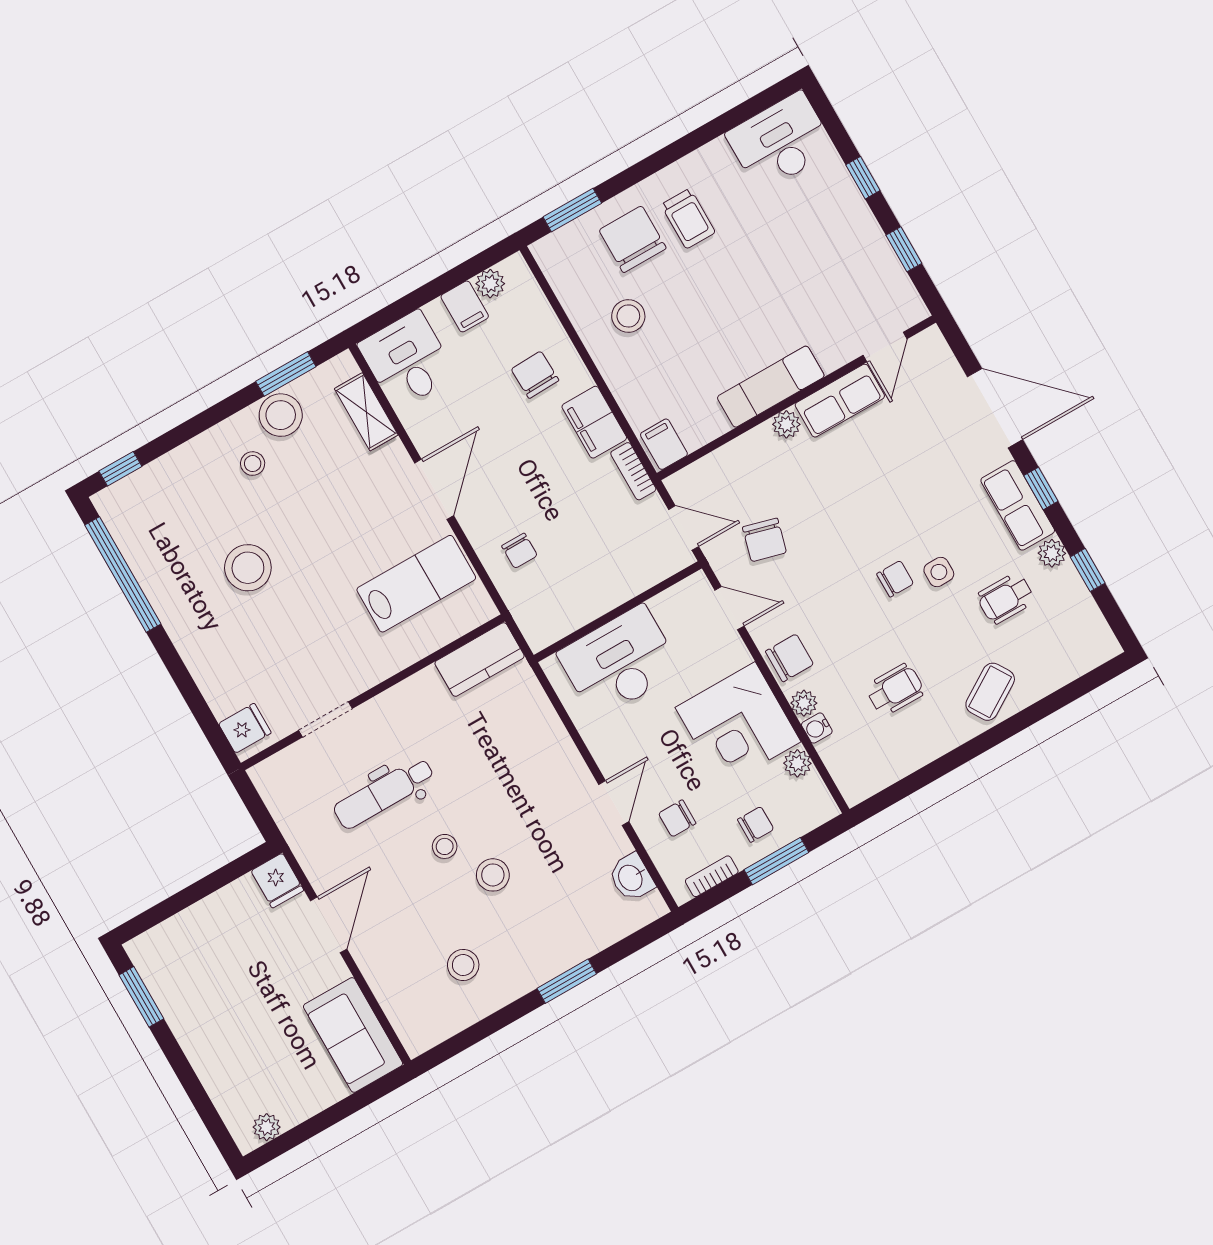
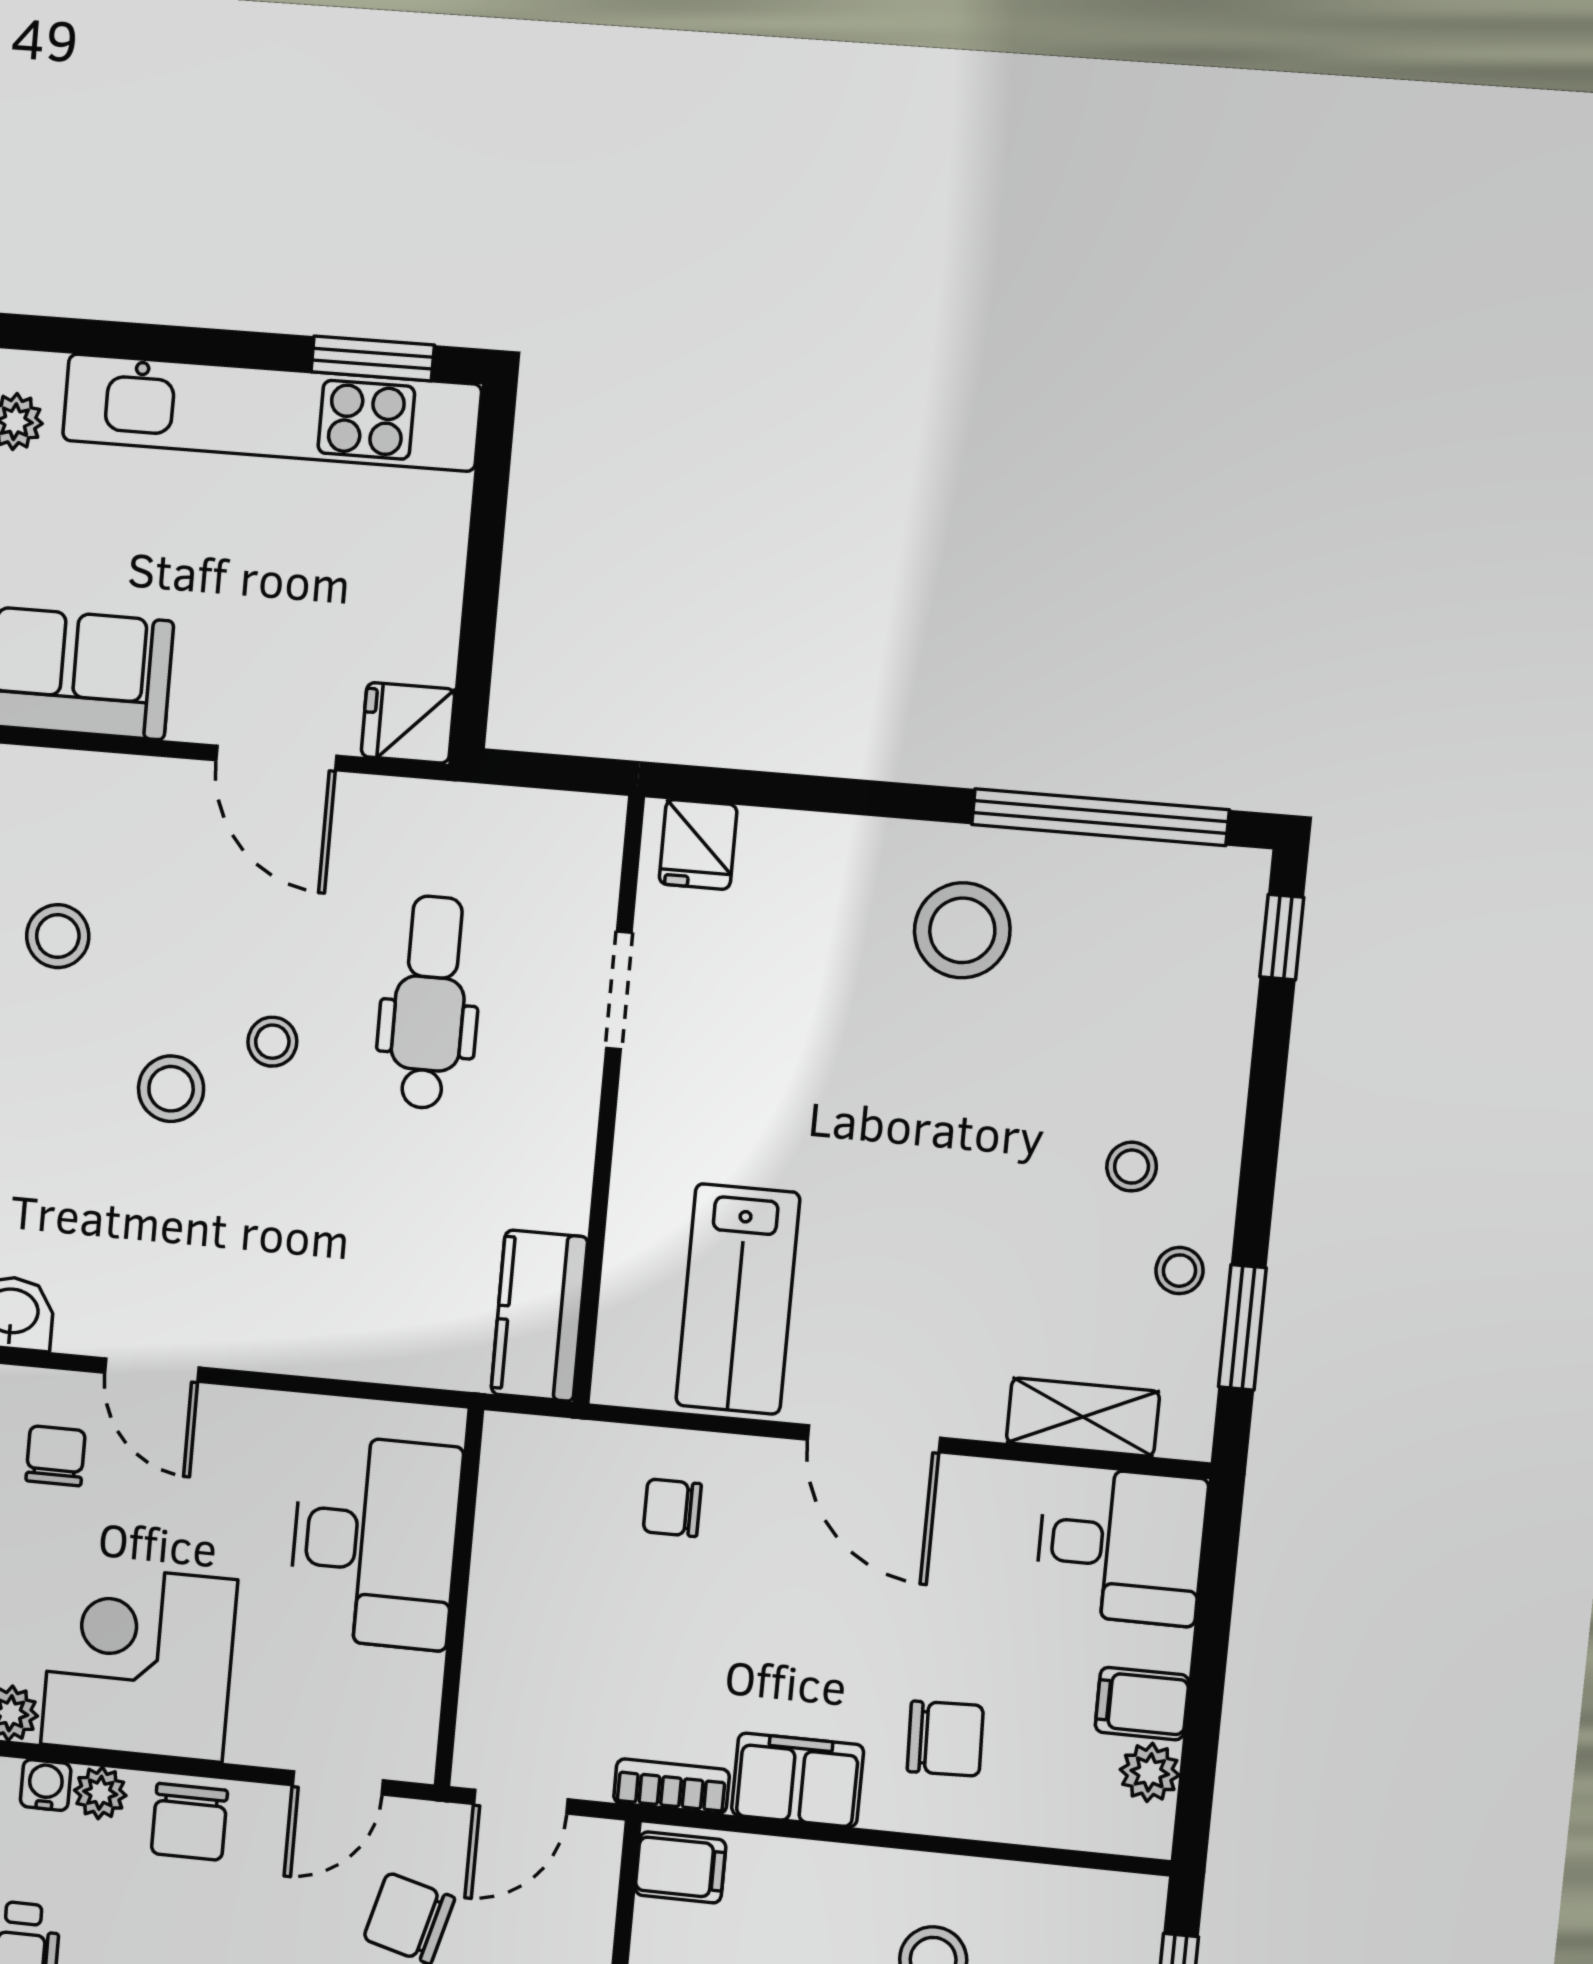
stool: (281, 415) -> (1179, 1271), width x0.53, depth x0.53
stool: (248, 568) -> (962, 930), moved
kitchen unit: (191, 1023) -> (271, 413), added

